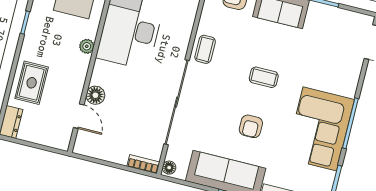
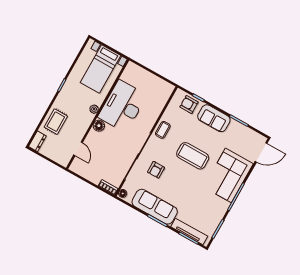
coffee table: (264, 77) -> (193, 156), width x1.86, depth x1.72
floor lamp: (95, 95) -> (99, 126), moved
armchair: (251, 126) -> (156, 170), moved
corner sofa: (320, 129) -> (228, 175), moved

